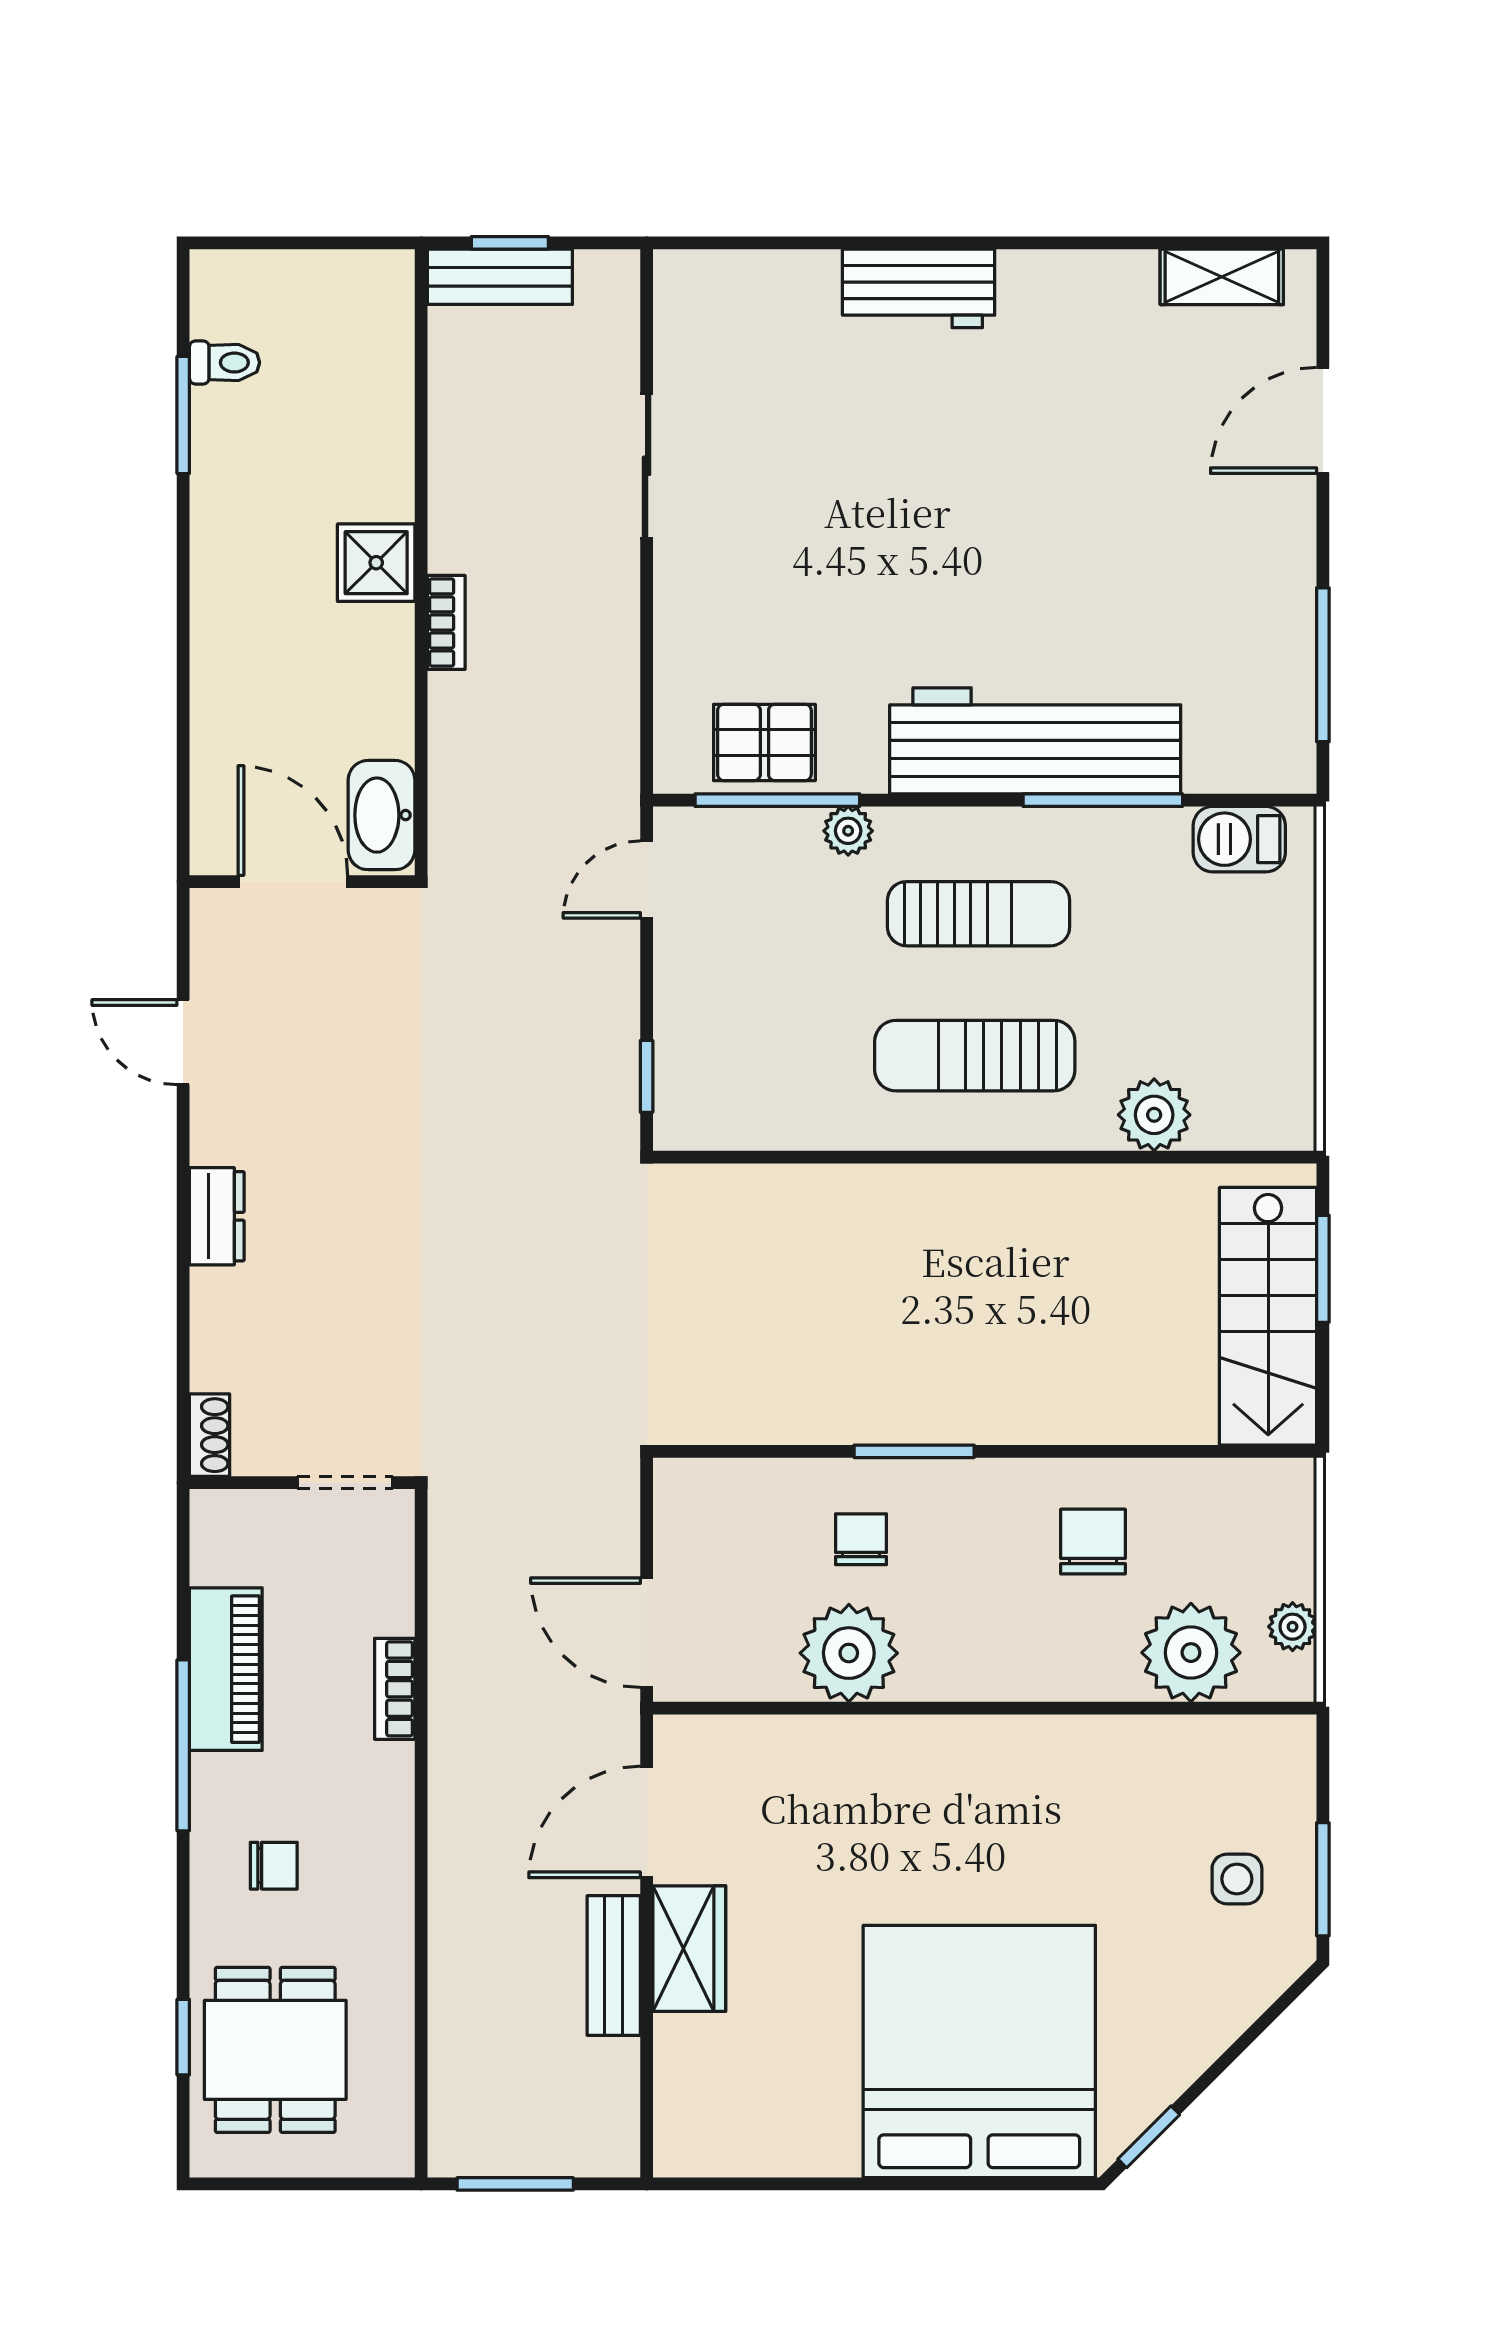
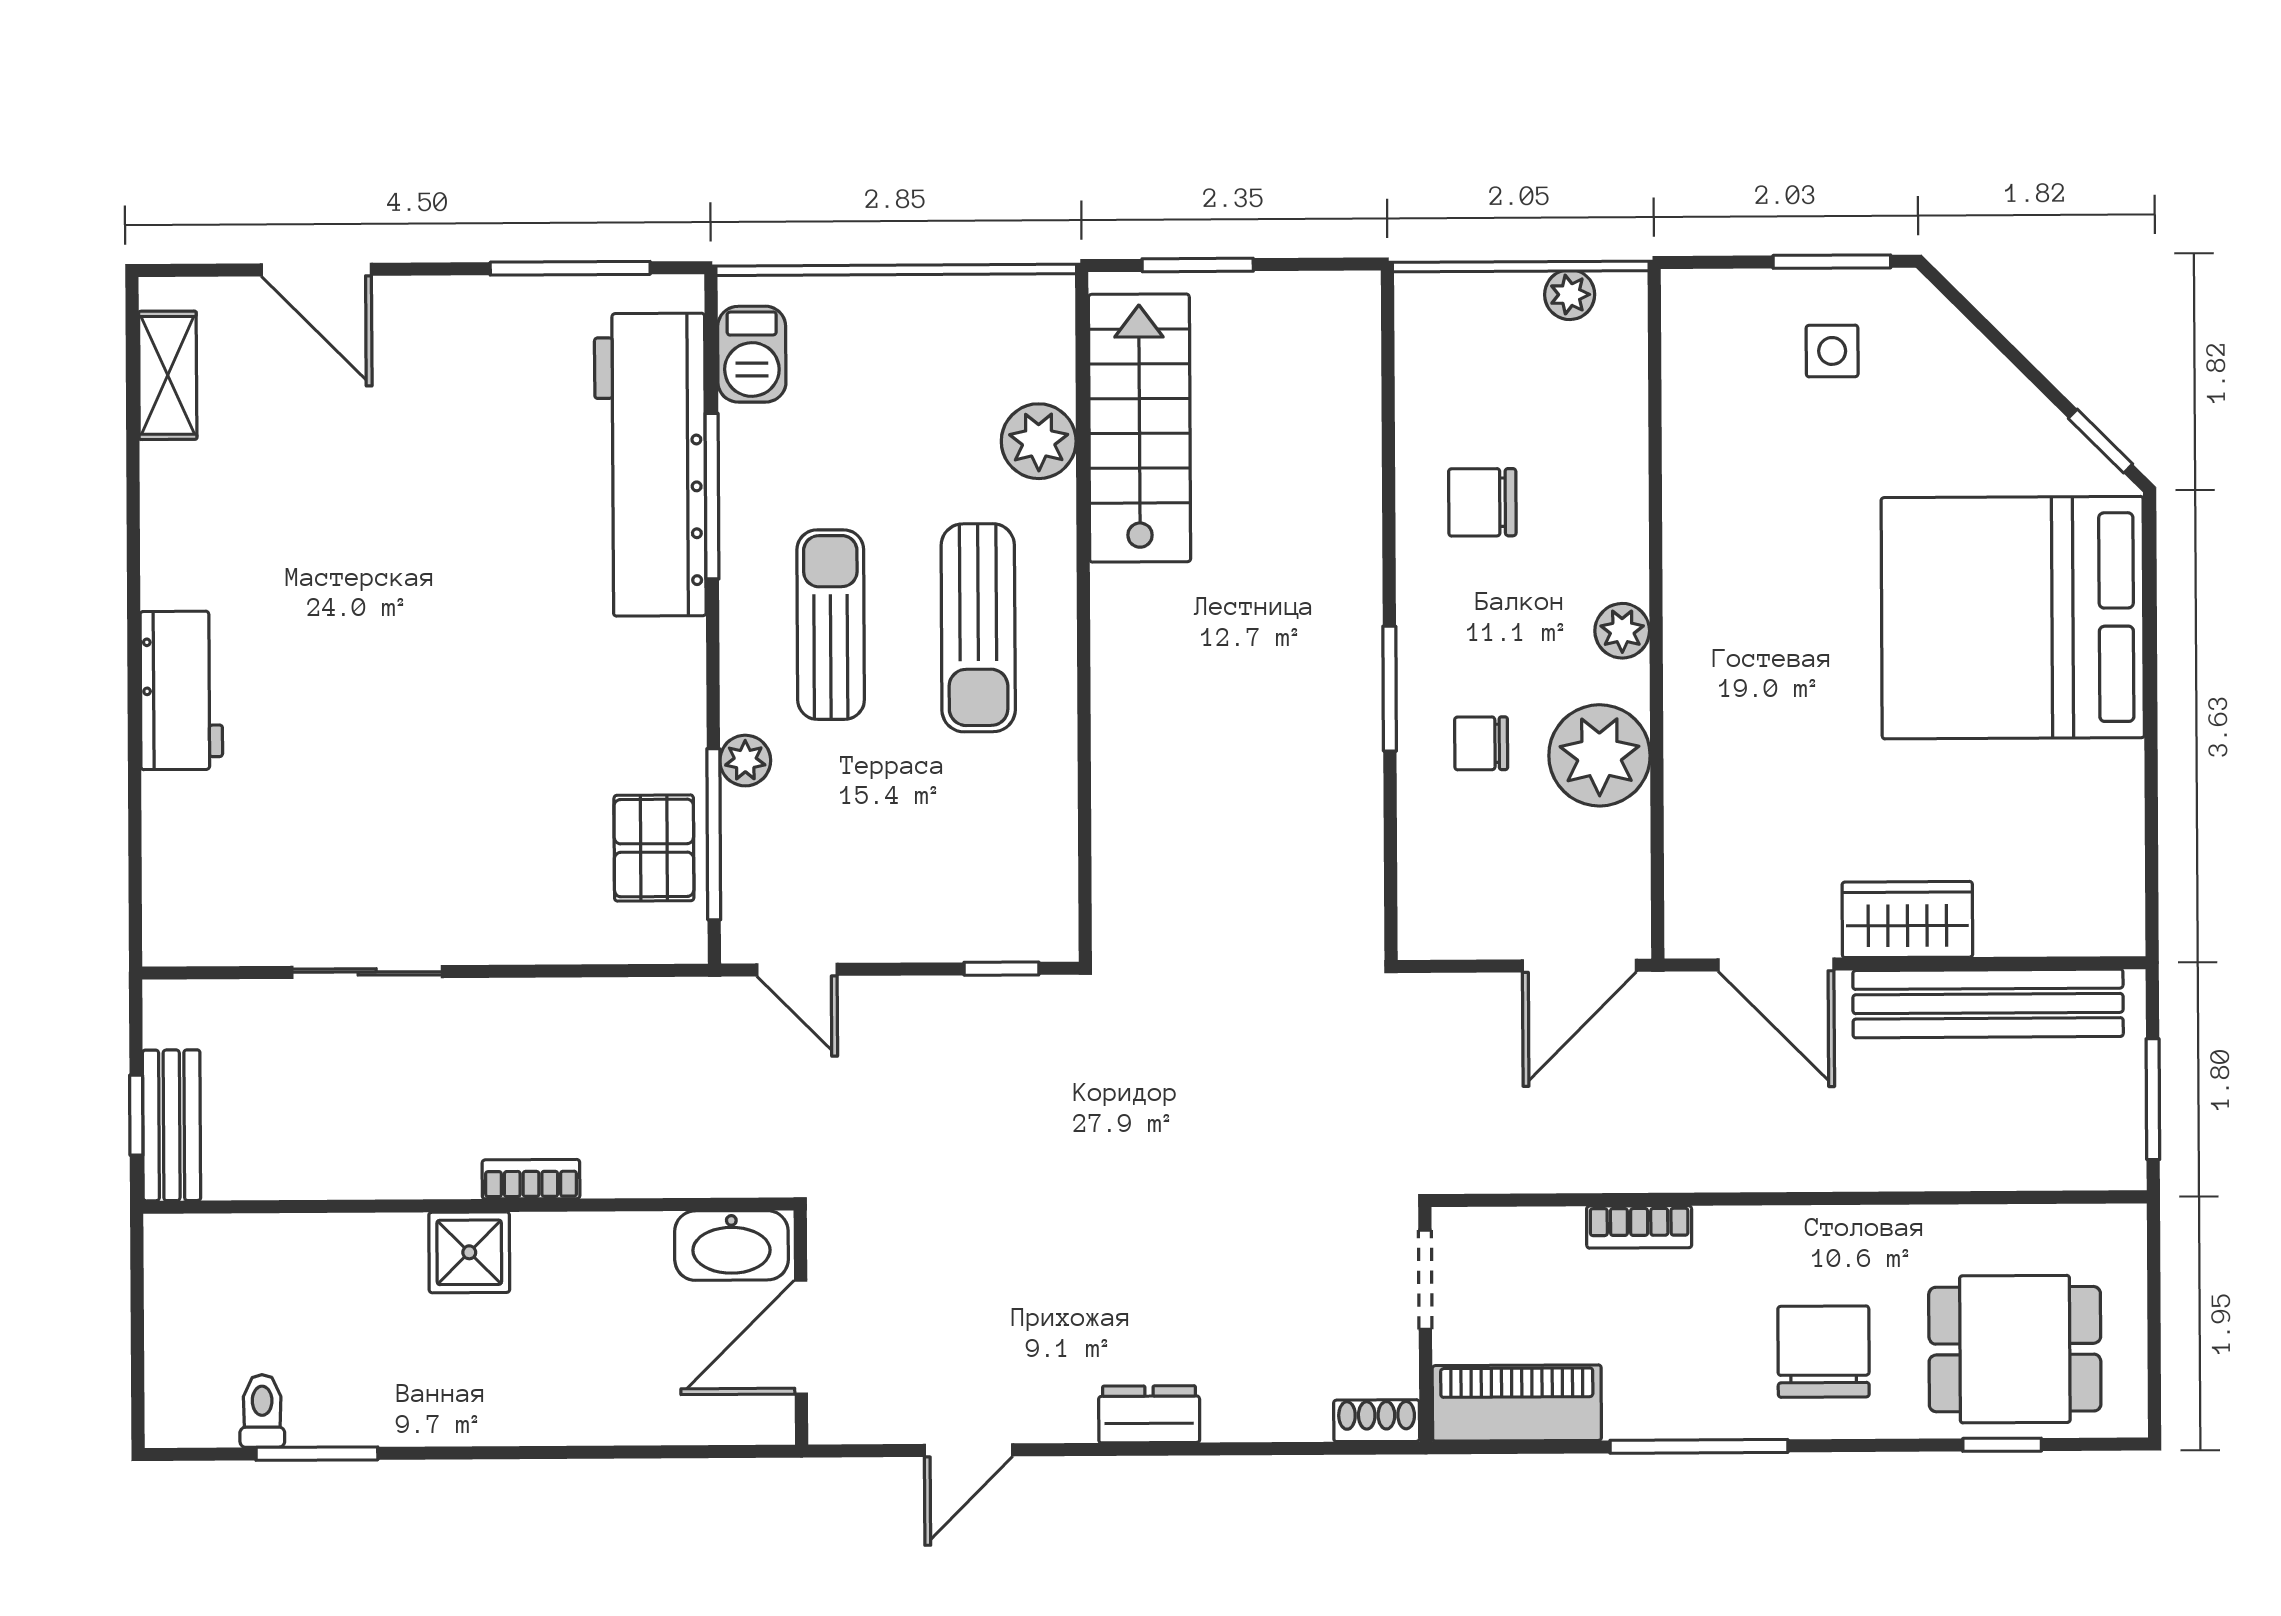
workbench: (1035, 741) -> (650, 465), moved
stairs: (1268, 1316) -> (1139, 428), moved, turned -90
plant: (1191, 1653) -> (1622, 631), moved, width x0.53, depth x0.53
piano: (226, 1669) -> (1517, 1403), moved
chair: (274, 1866) -> (1824, 1352), width x1.87, depth x1.87
bench: (614, 1965) -> (1988, 1004), width x1.86, depth x1.21

